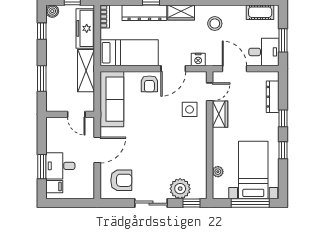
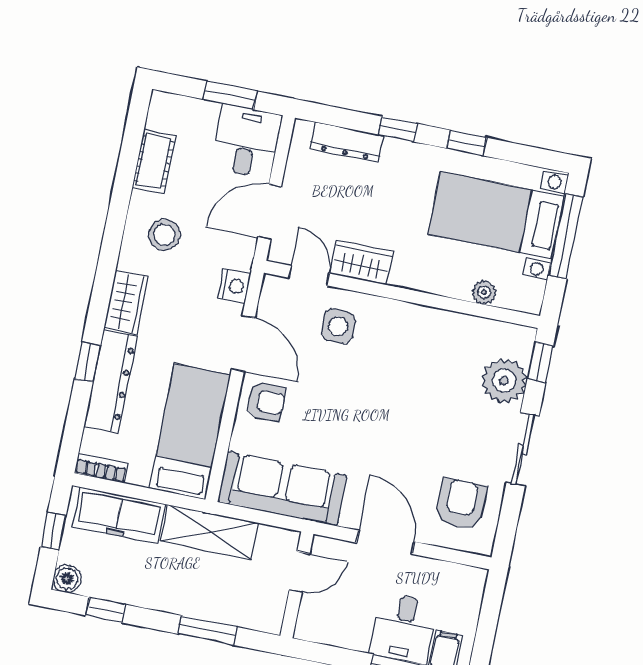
cot: (260, 12) -> (154, 161), moved

